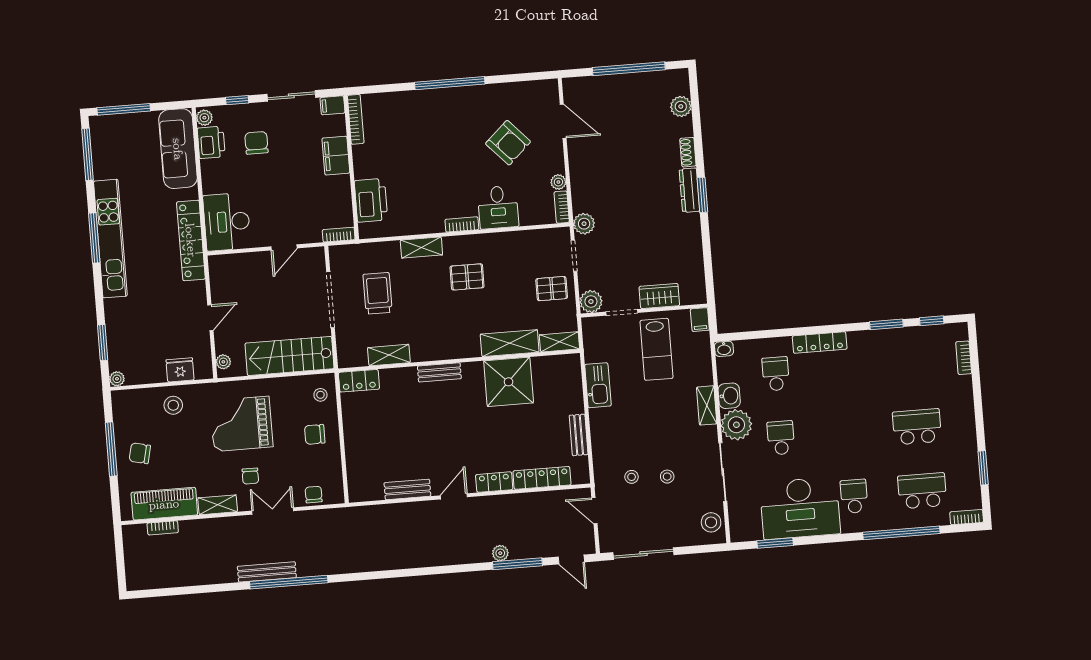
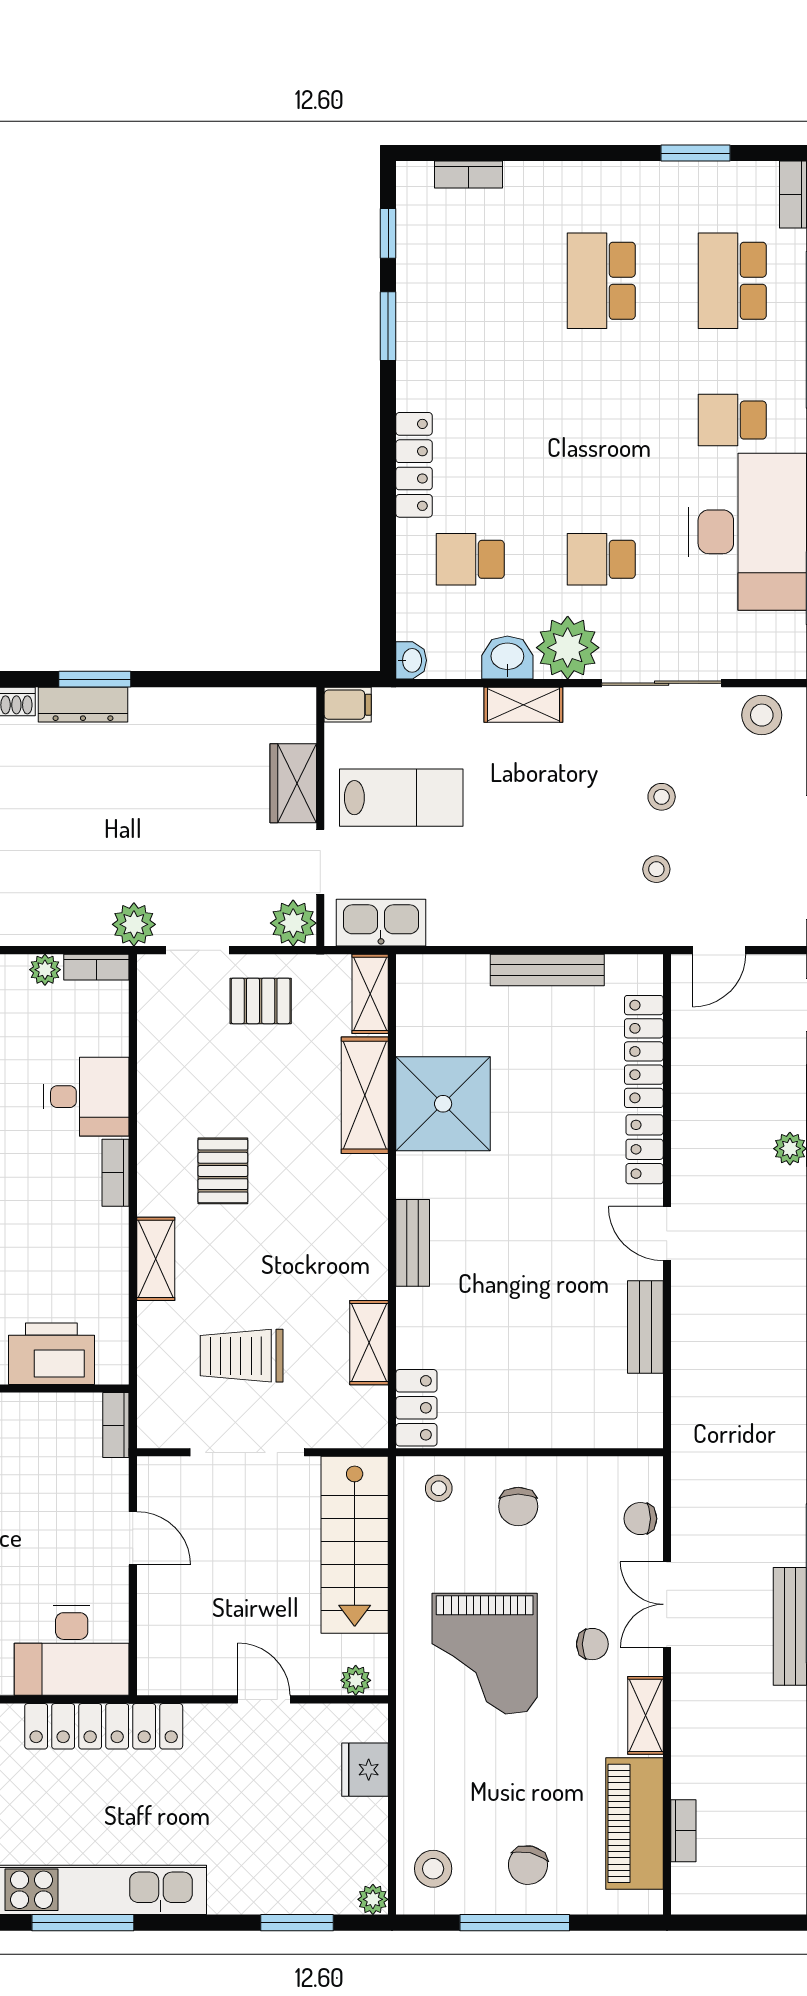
pallet: (552, 289) -> (261, 1001), turned 90
kitchen sink: (598, 385) -> (381, 923), moved
stool: (173, 405) -> (433, 1869), moved
bench: (579, 435) -> (547, 970), width x1.36

